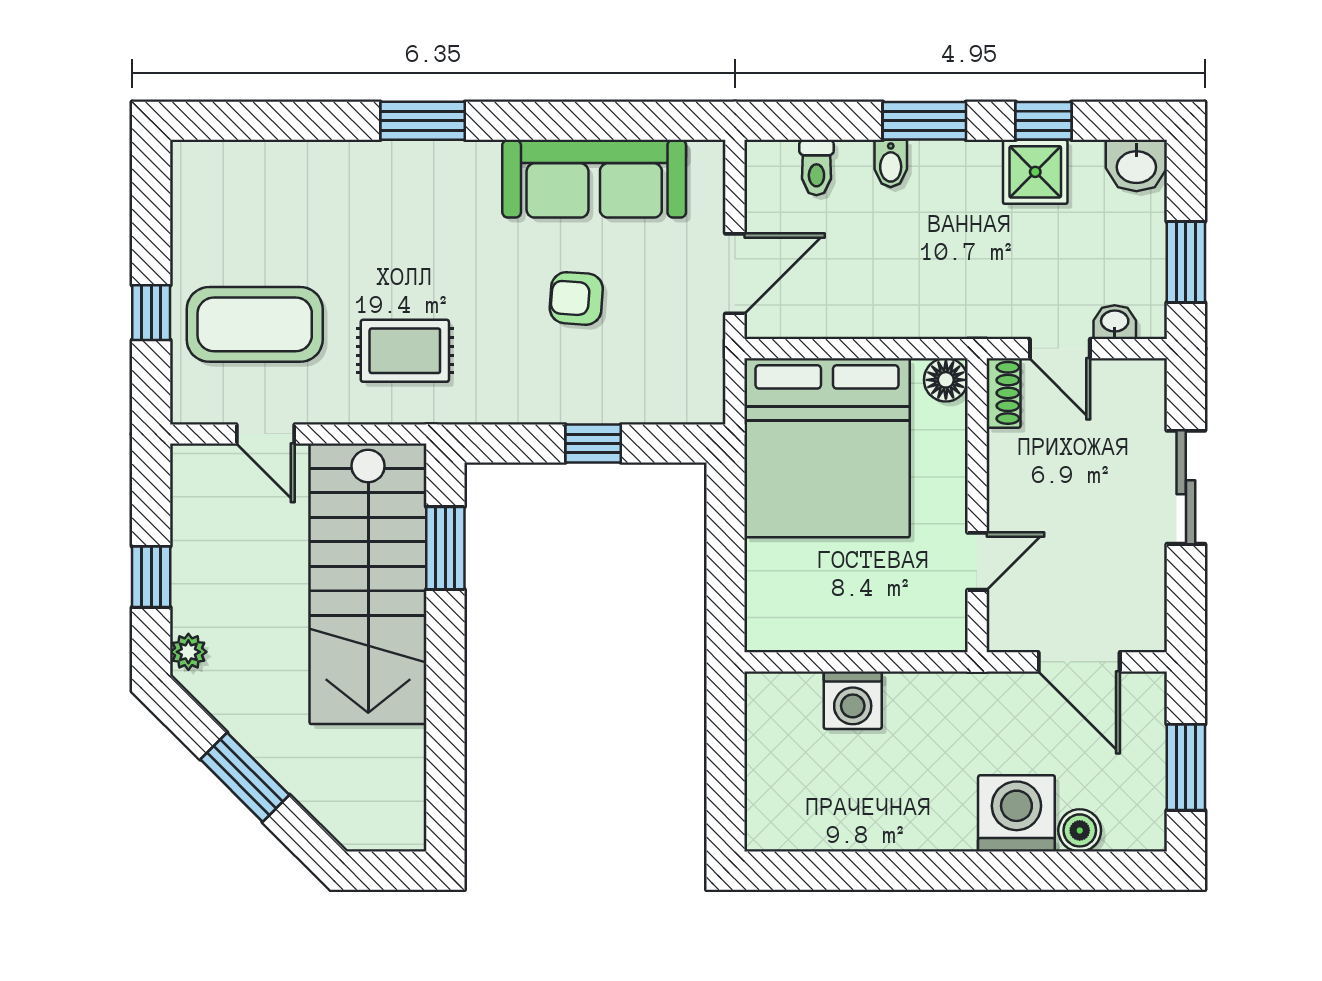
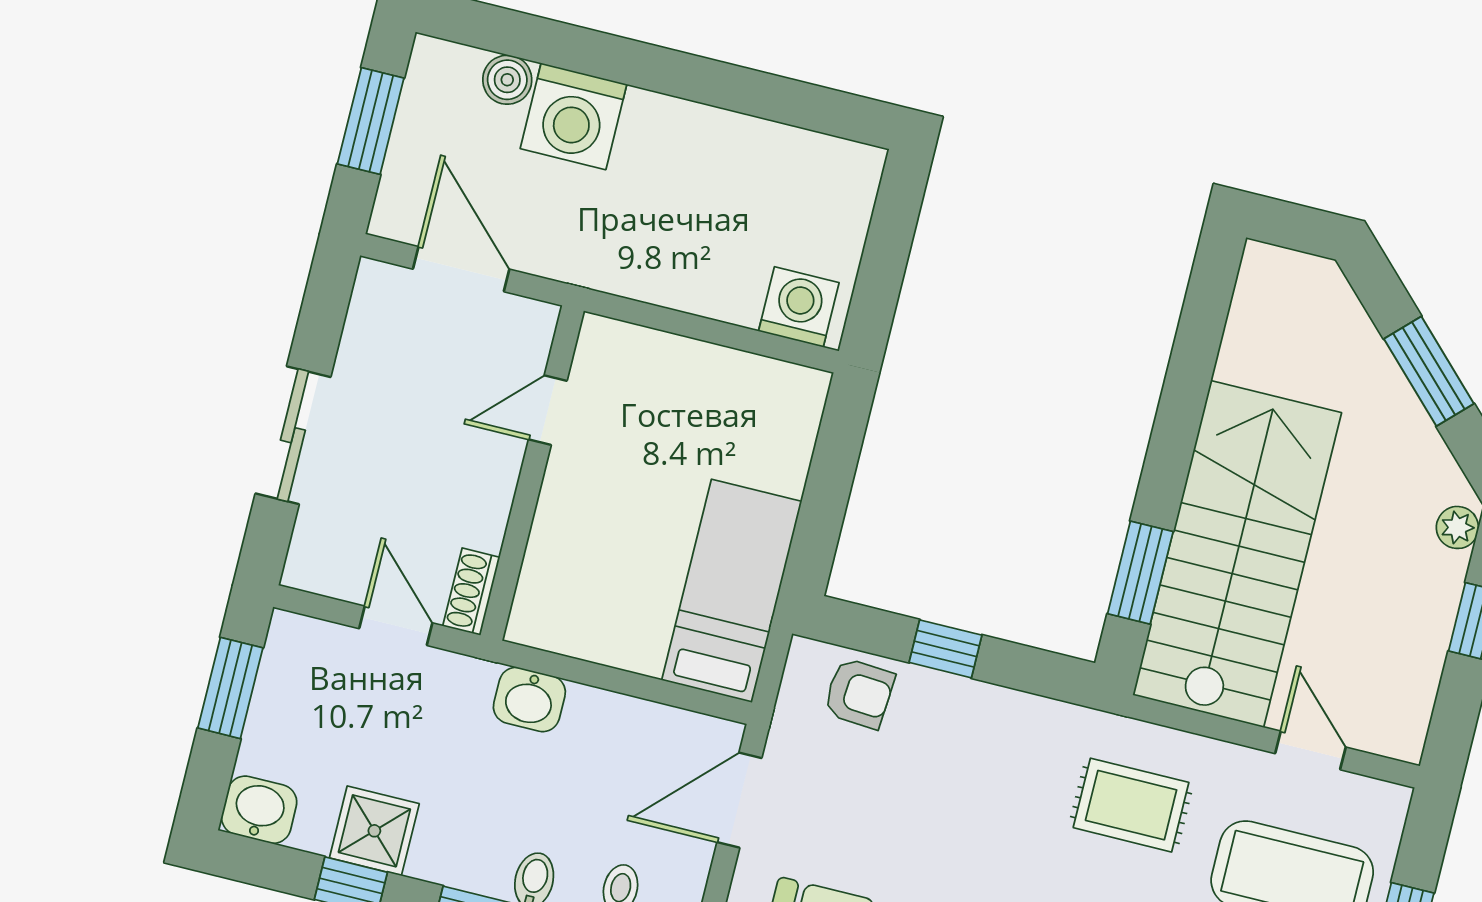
armchair: (576, 298) -> (859, 693), moved
washbasin: (1115, 322) -> (529, 699), moved, width x1.38, depth x1.45
floor lamp: (946, 380) -> (532, 622), removed
bed: (827, 448) -> (732, 591), width x0.49
washing machine: (853, 700) -> (799, 307), moved

